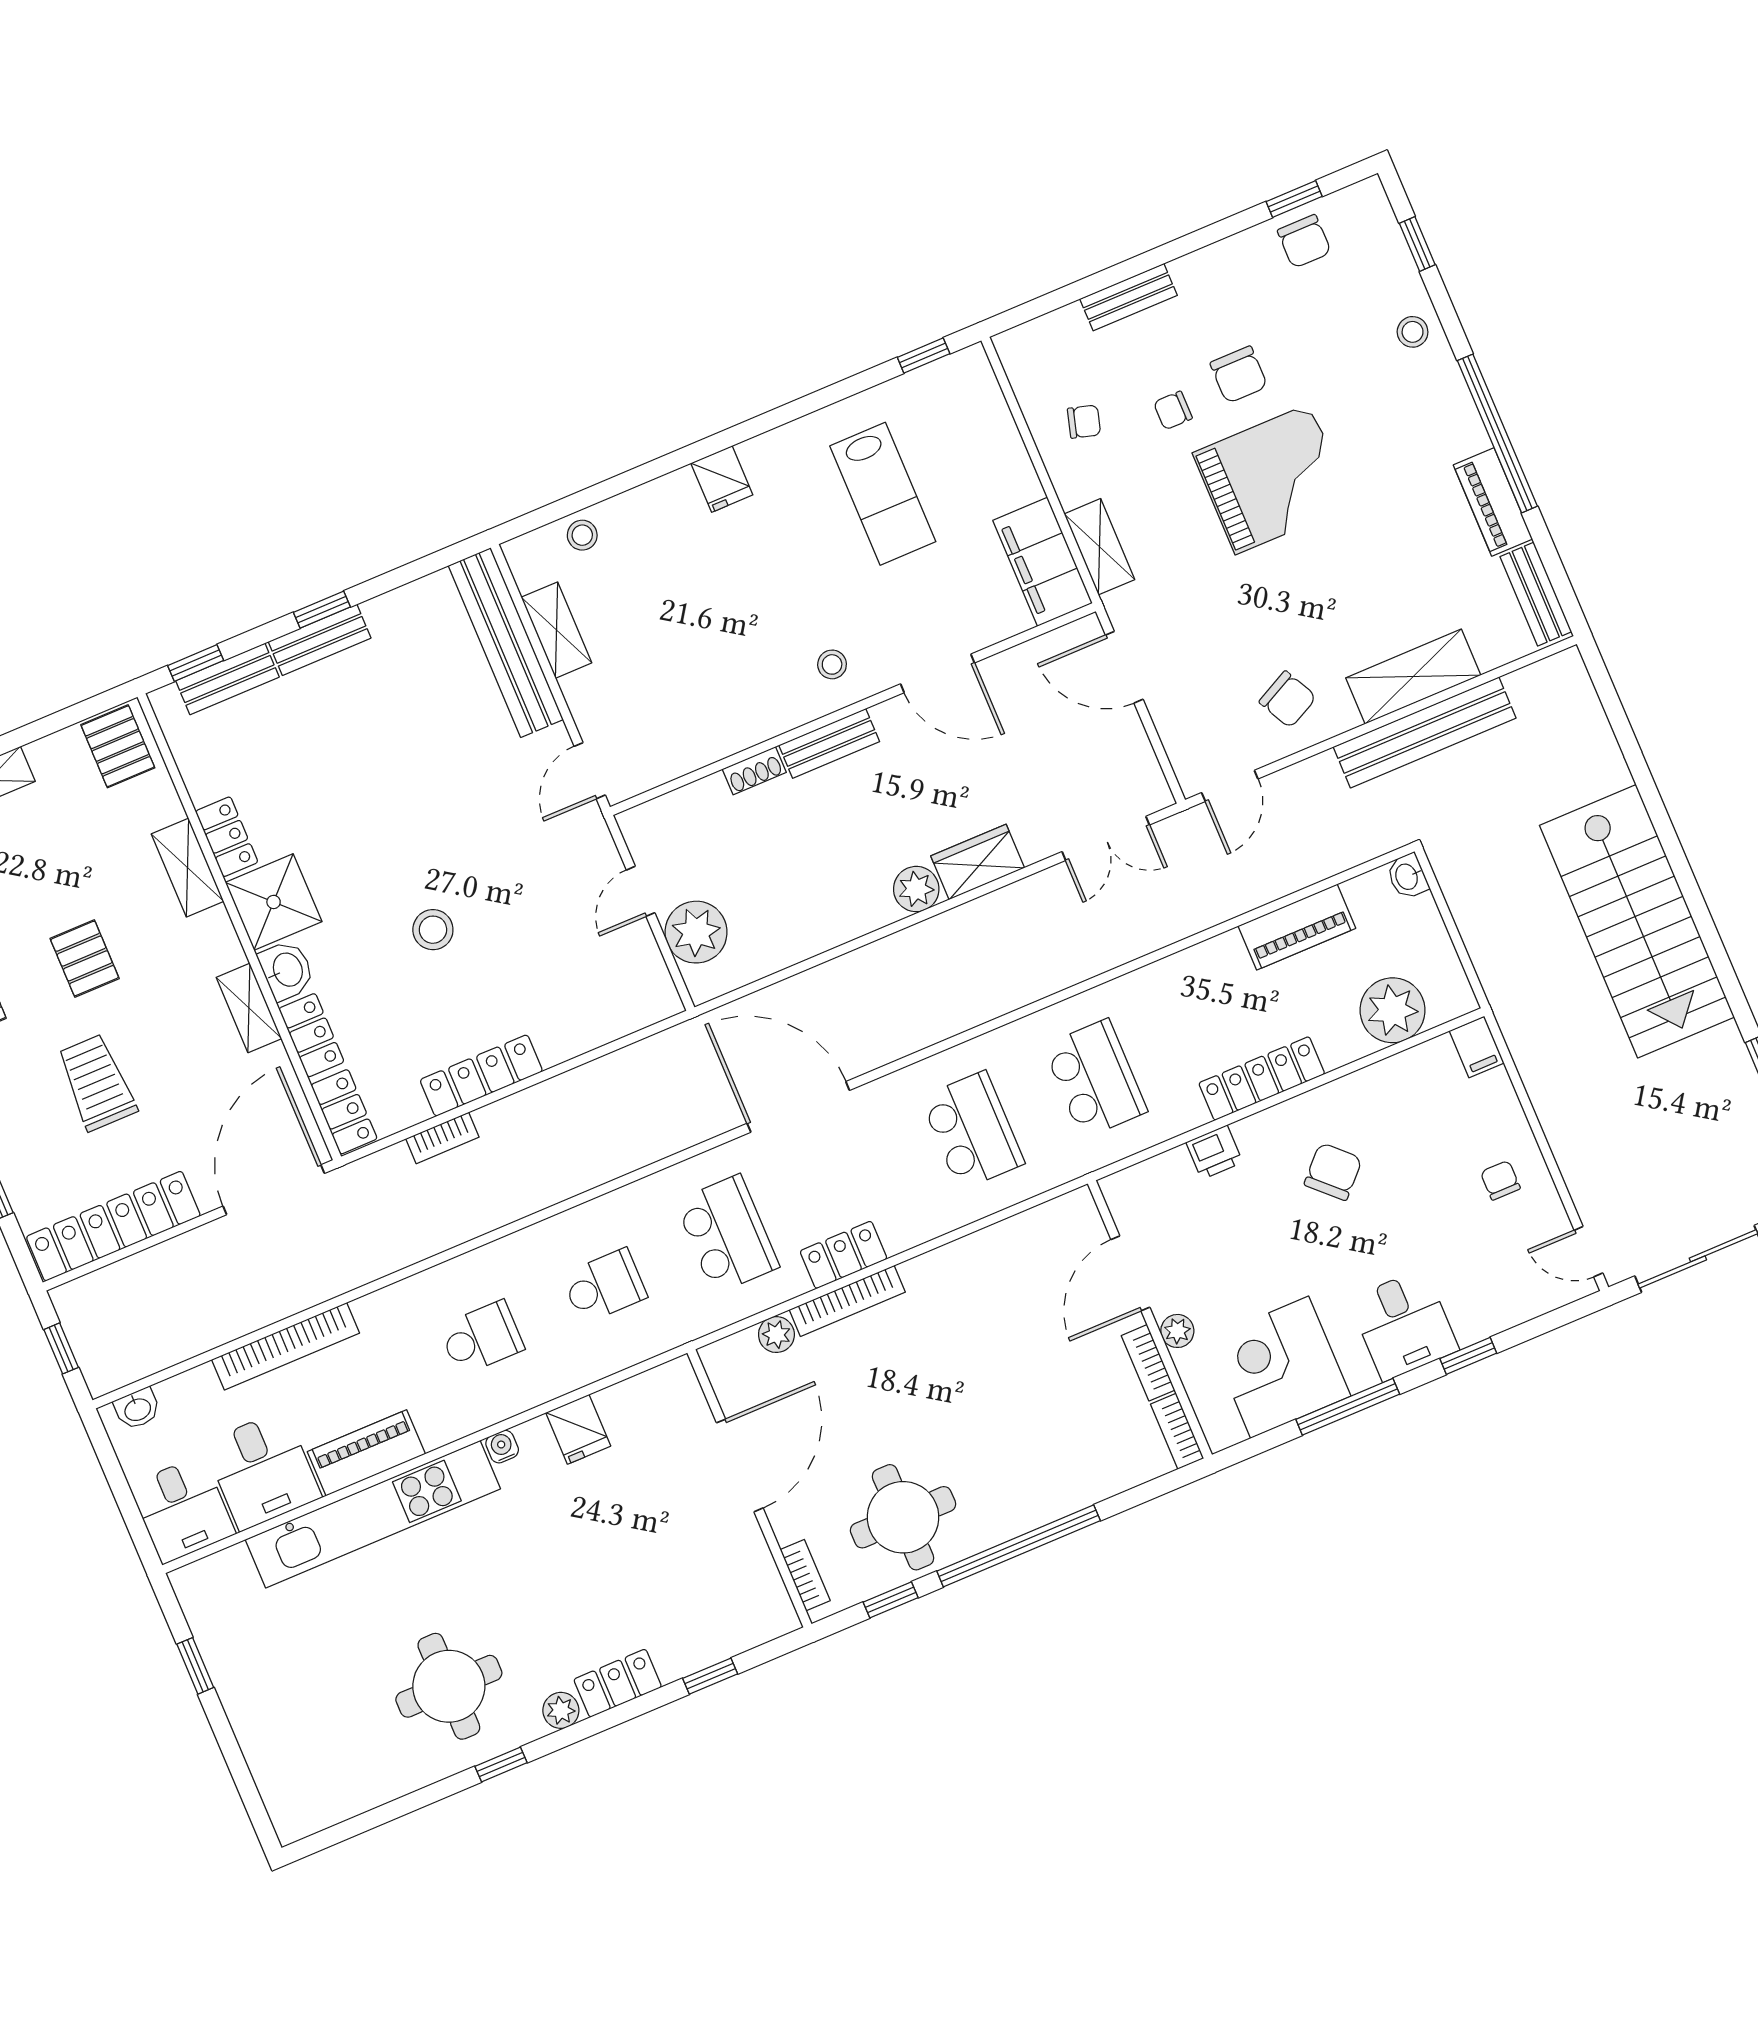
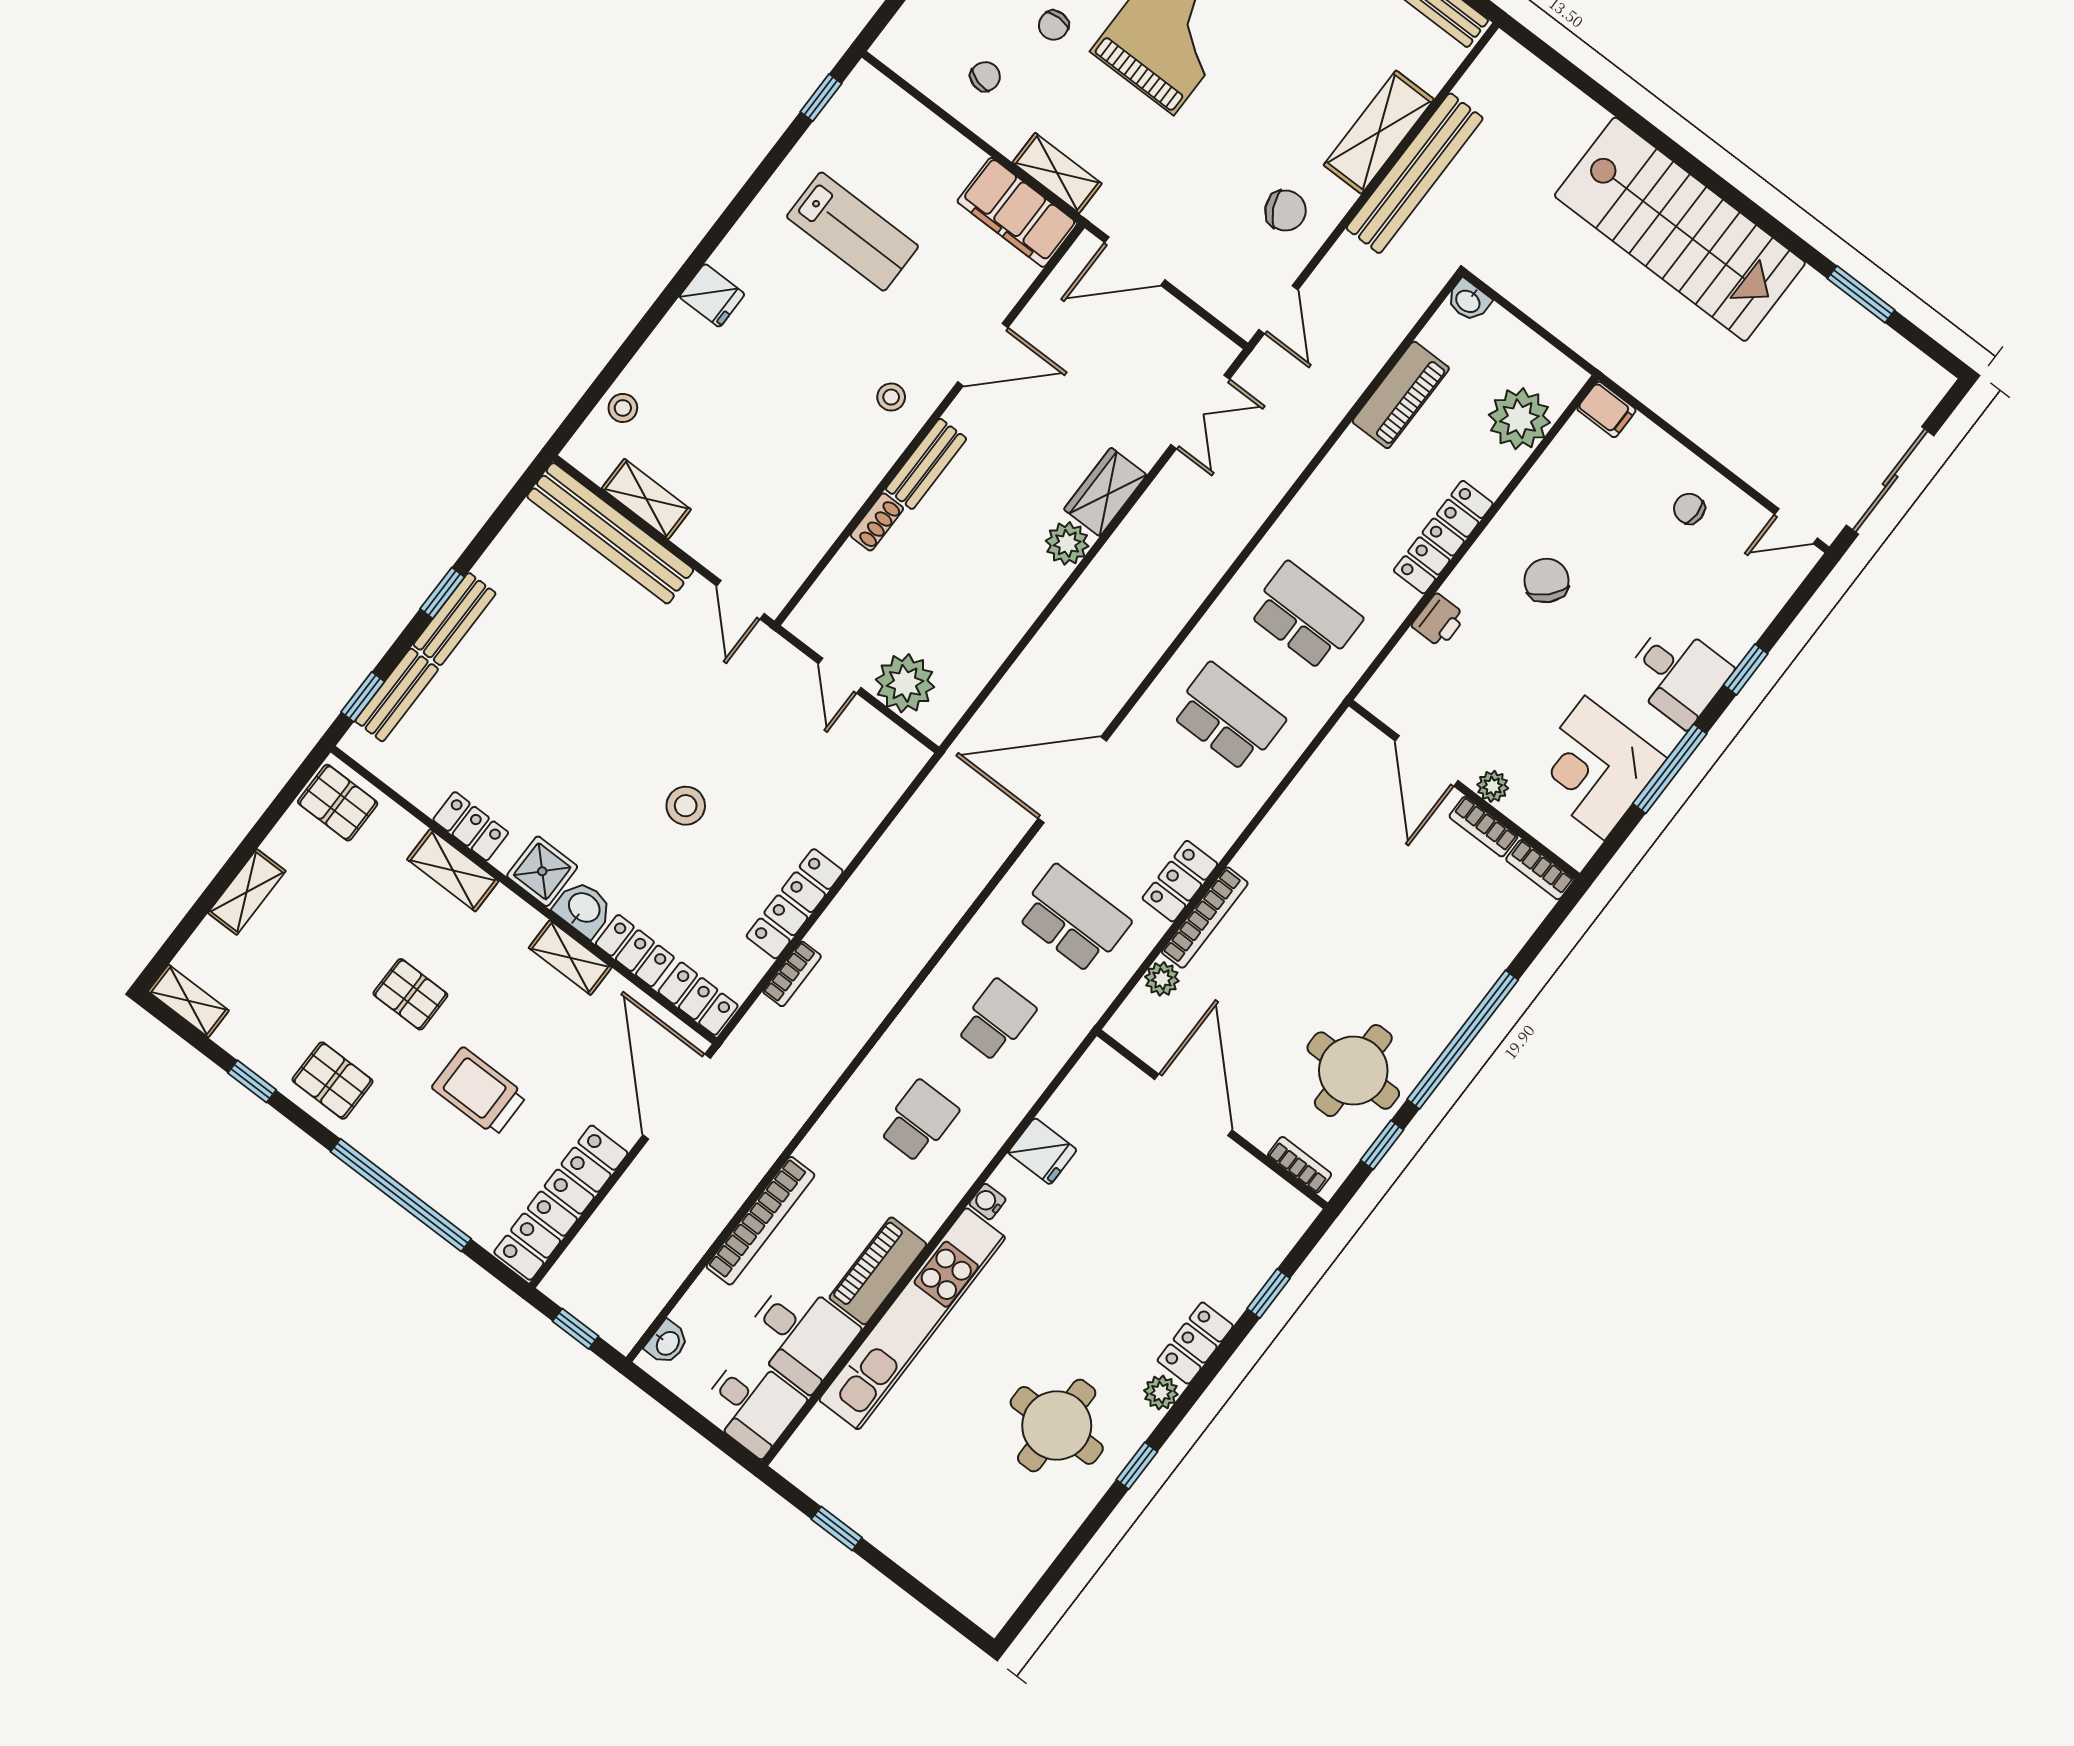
shower: (274, 902) -> (542, 871), width x0.73, depth x0.73

